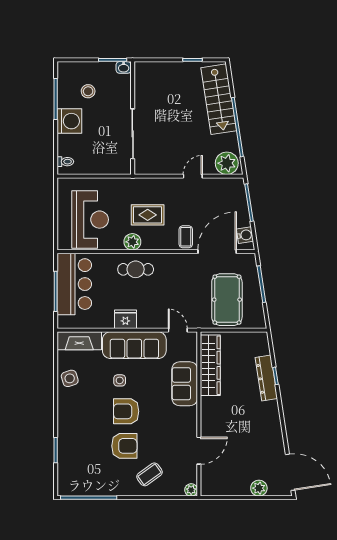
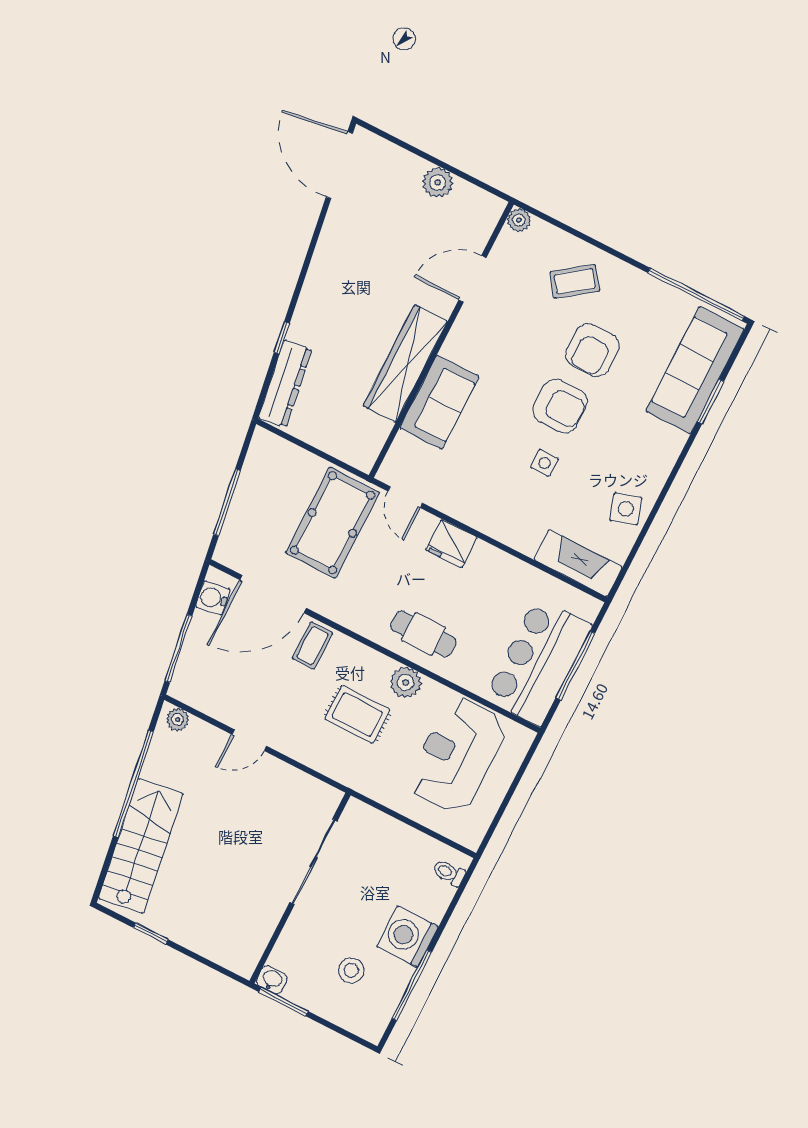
plant: (227, 163) -> (178, 719), width x0.53, depth x0.53
pool table: (227, 300) -> (332, 523), moved
fridge: (125, 319) -> (451, 544), moved
sofa: (134, 345) -> (695, 370), moved, turned -90
wardrobe: (210, 365) -> (405, 364), moved
dresser: (266, 378) -> (285, 384), moved
armchair: (124, 446) -> (592, 350), turned -90
plant: (259, 488) -> (438, 182), moved

